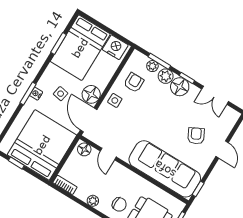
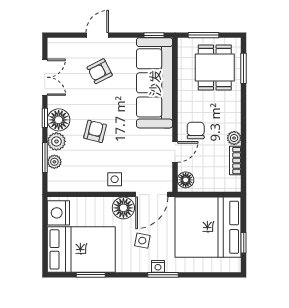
armchair: (134, 83) -> (95, 131), moved, turned 104
bookcase: (65, 185) -> (235, 161), moved
chair: (119, 204) -> (196, 130), moved

